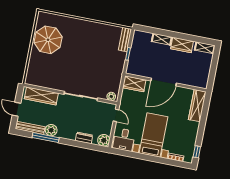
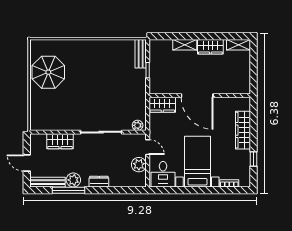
door: (164, 82) -> (197, 96), hinge flipped
wardrobe: (41, 96) -> (60, 141), width x0.67
wardrobe: (197, 106) -> (243, 130), moved
dresser: (84, 138) -> (99, 182), moved
plant: (104, 140) -> (139, 165), moved
window: (197, 152) -> (253, 159), moved

